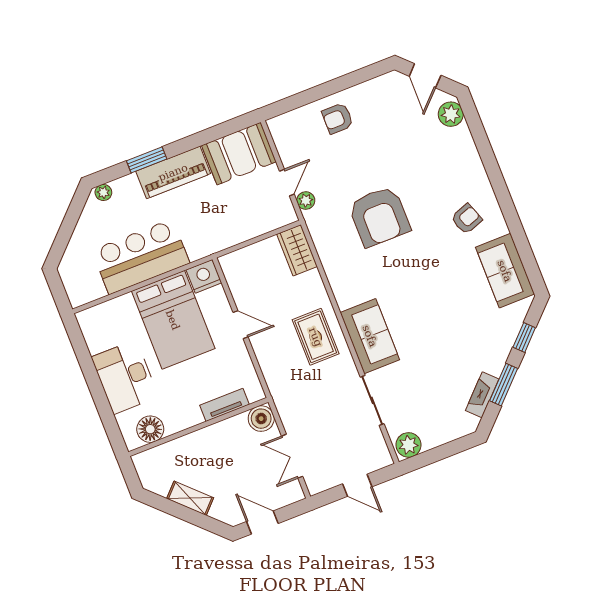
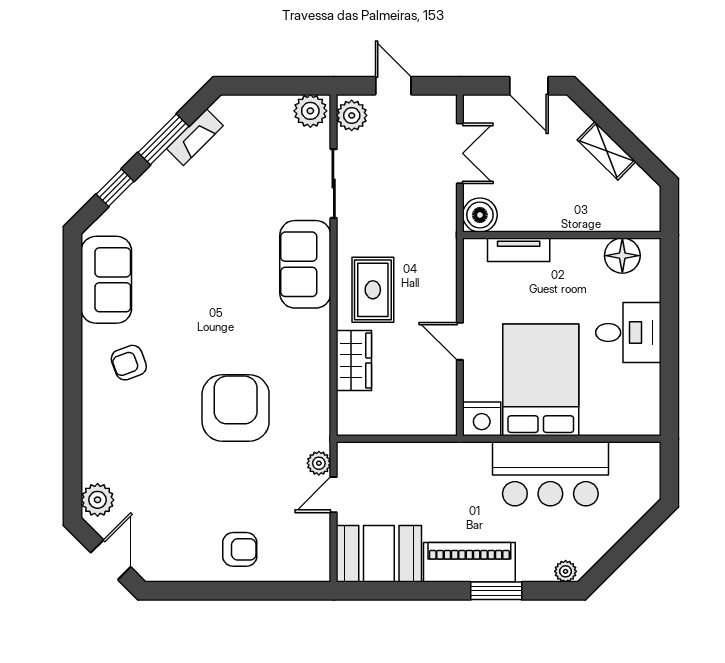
wardrobe: (297, 250) -> (354, 360), moved
desk: (125, 377) -> (628, 333), width x0.73
plant: (378, 453) -> (352, 115), added

